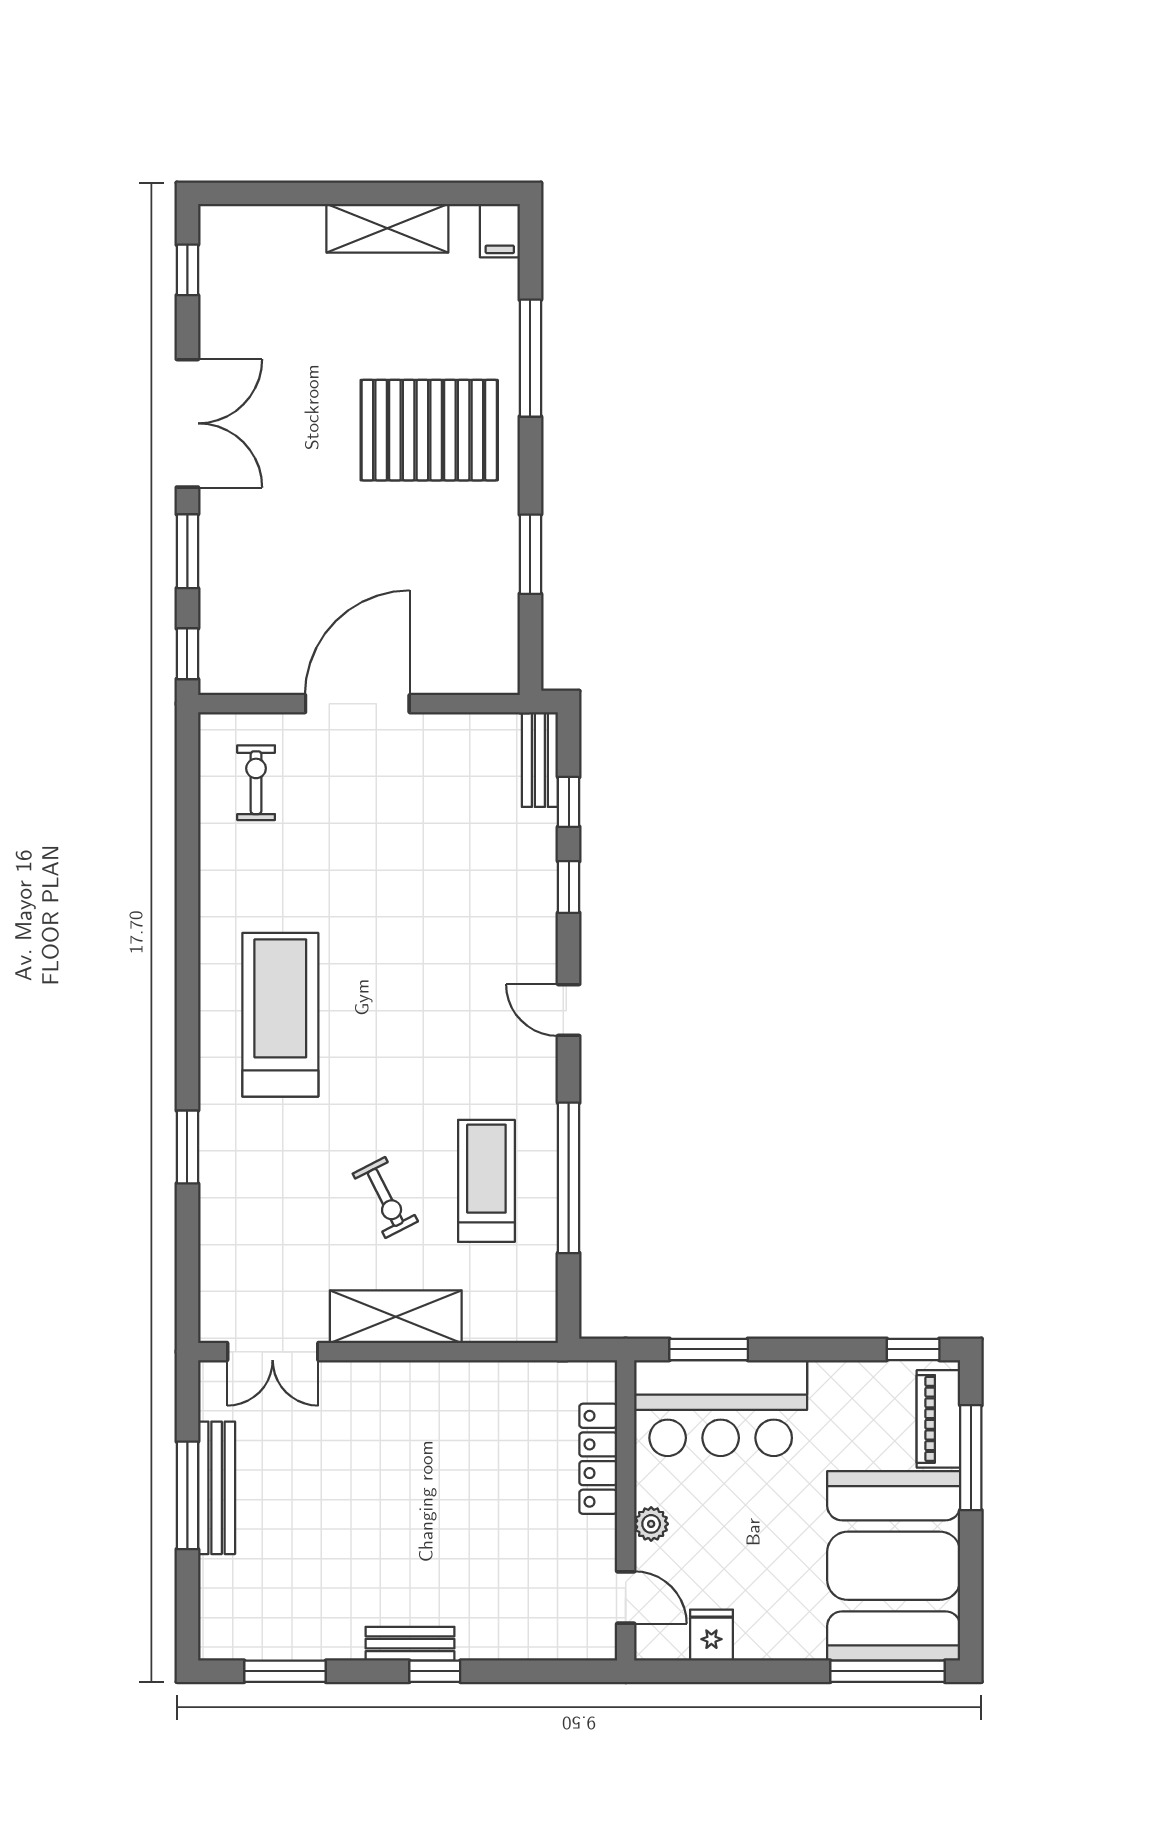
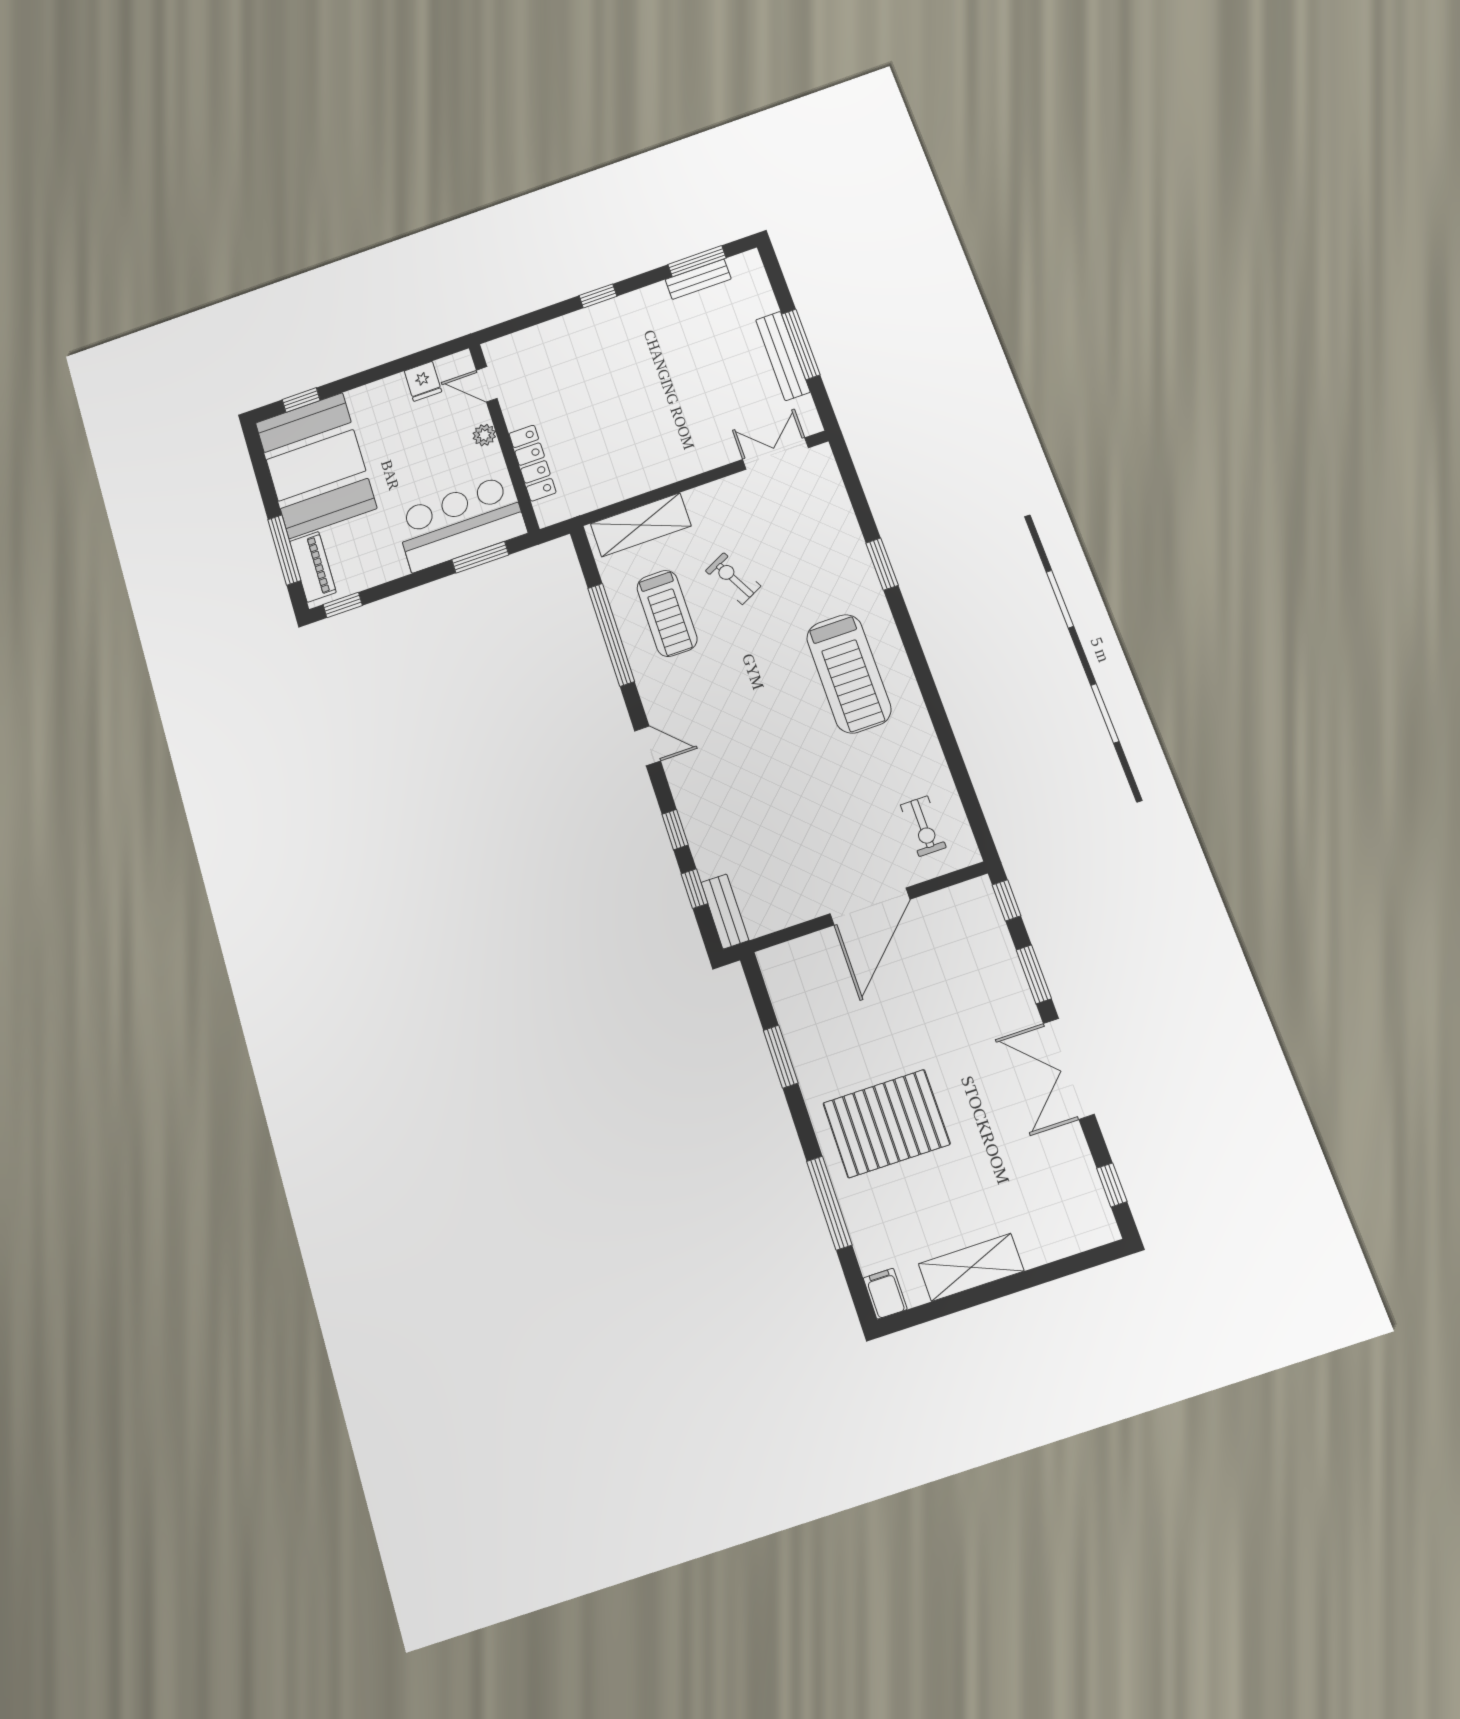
shelving: (396, 1317) -> (641, 525), moved
bench: (410, 1644) -> (698, 279), moved
window: (888, 1671) -> (301, 400), width x0.46

